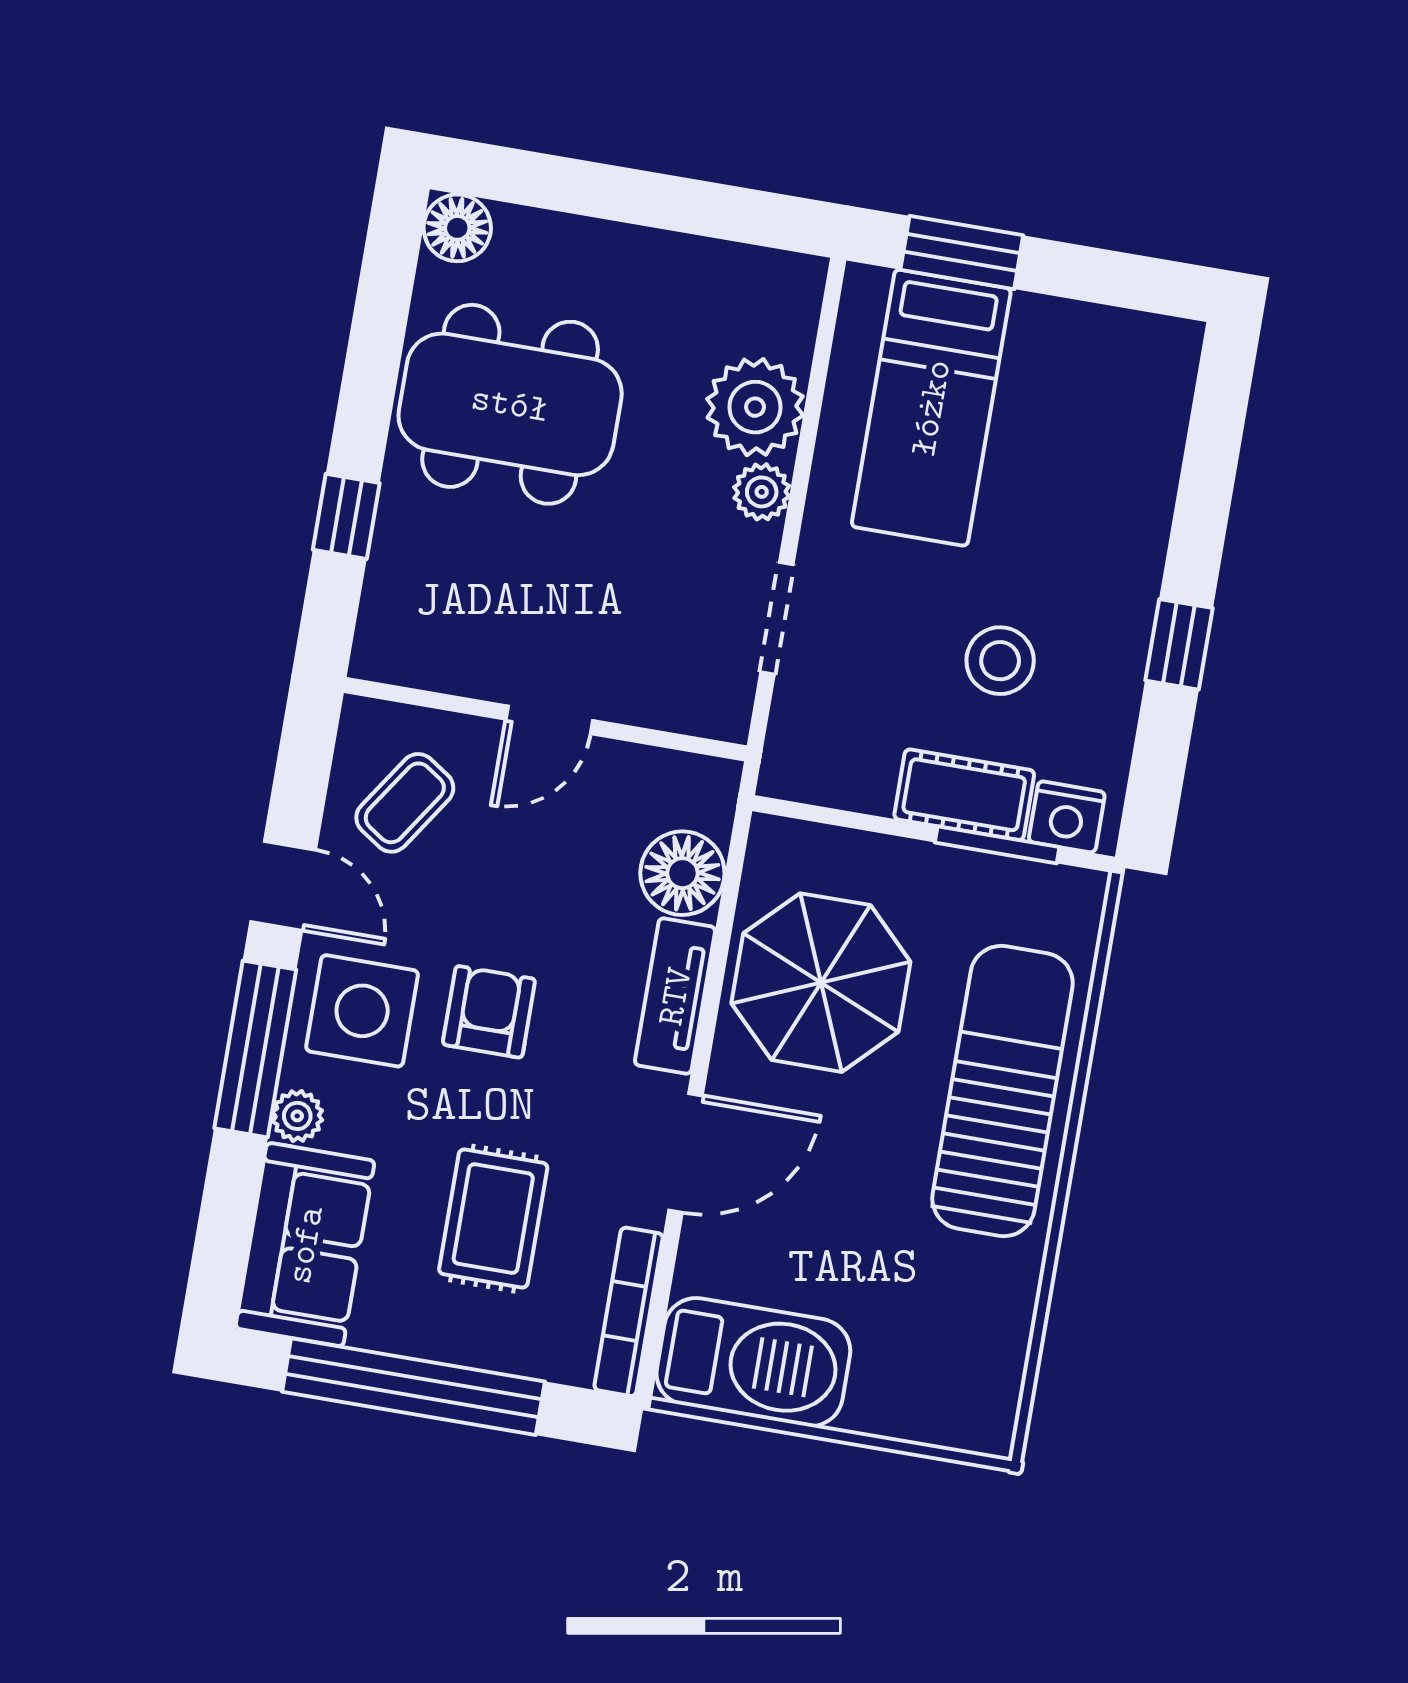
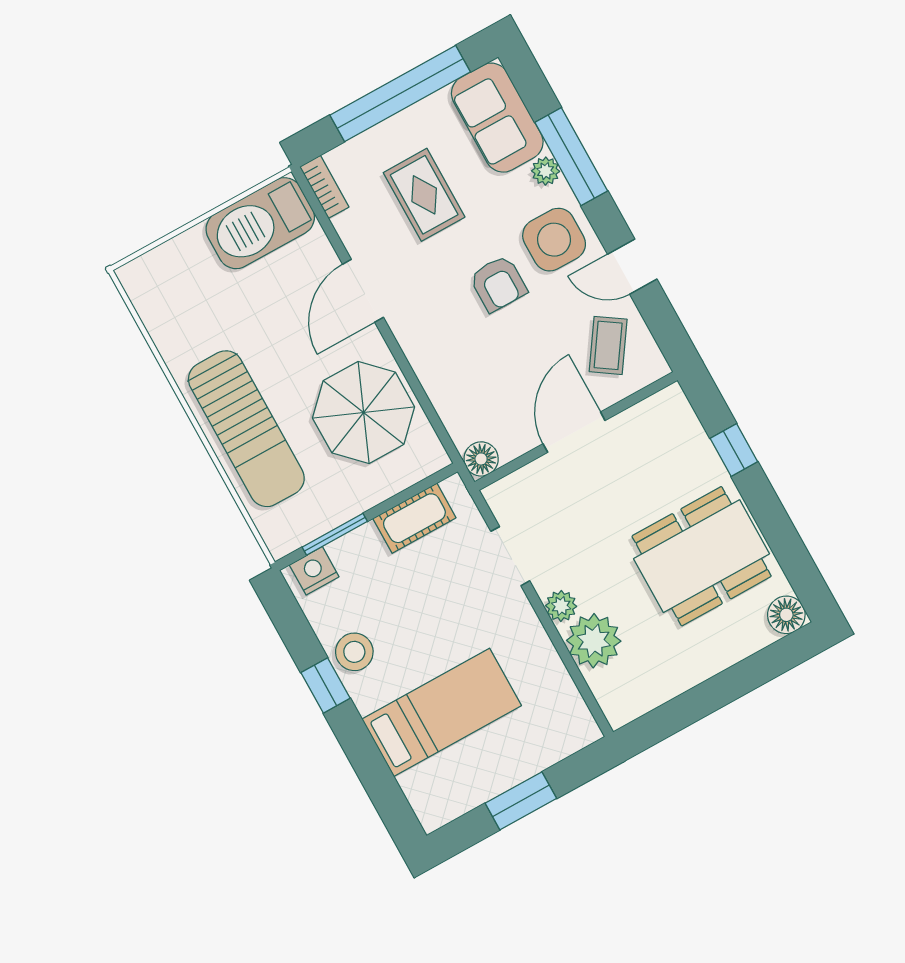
window: (962, 252) -> (521, 801), moved
bed: (931, 408) -> (442, 712), moved, turned 90
stool: (1000, 661) -> (354, 652), moved
door: (549, 720) -> (574, 432), width x1.38
cot: (964, 795) -> (414, 518), moved
floor lamp: (682, 873) -> (481, 459), moved, width x0.73, depth x0.73
tv unit: (675, 996) -> (423, 356), removed
window: (255, 1049) -> (571, 157), moved
bookcase: (629, 1312) -> (324, 187), width x0.64

